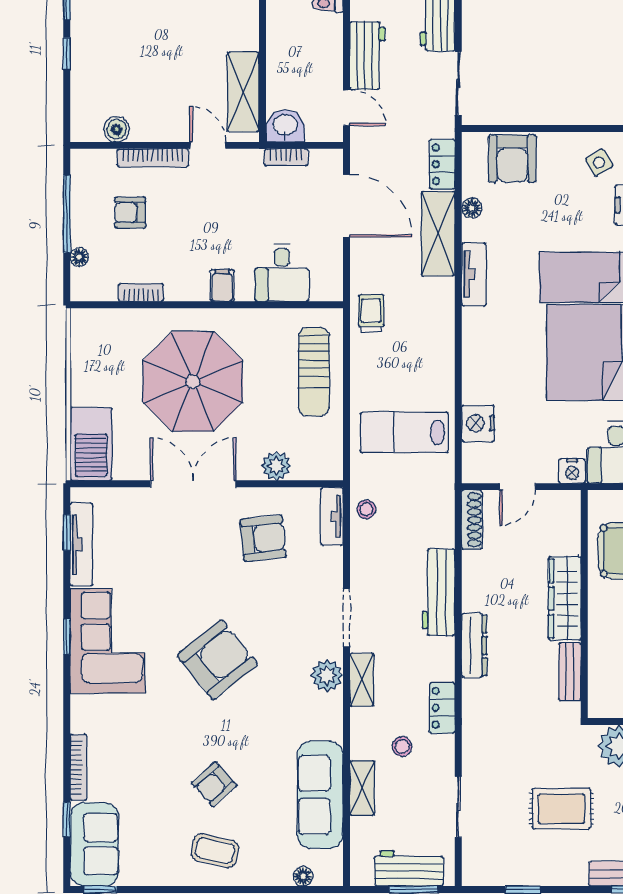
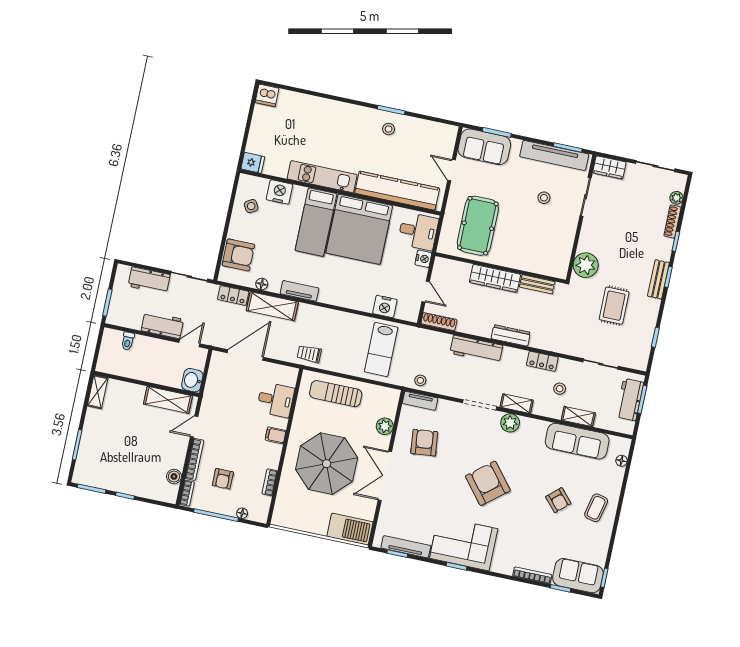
bookcase: (286, 157) -> (187, 493), moved
sun lounger: (314, 372) -> (336, 394), turned 180

